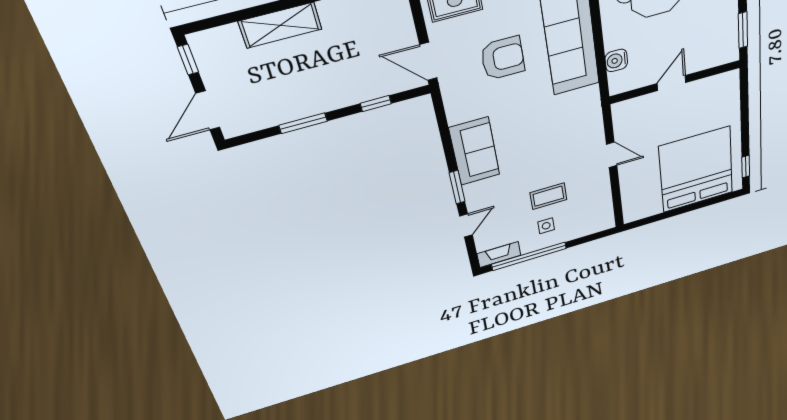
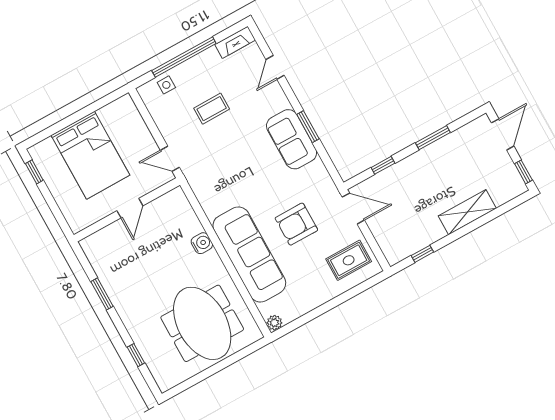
wall: (675, 82) -> (127, 210), moved
door: (671, 83) -> (130, 208), moved
bed: (696, 170) -> (90, 155), width x0.73
window: (457, 187) -> (308, 127), moved
side table: (546, 226) -> (166, 85), moved
window: (529, 256) -> (184, 57), moved

